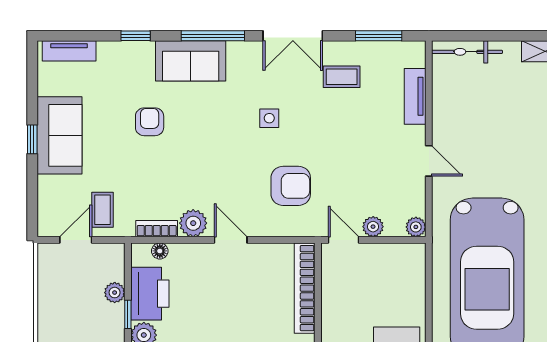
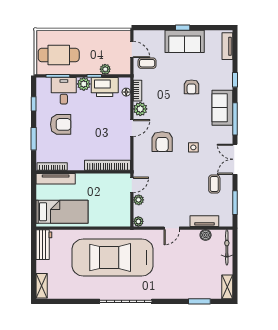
boiler: (443, 94) -> (206, 235), added
armchair: (150, 122) -> (191, 87), turned 90
armchair: (291, 186) -> (162, 142), moved

